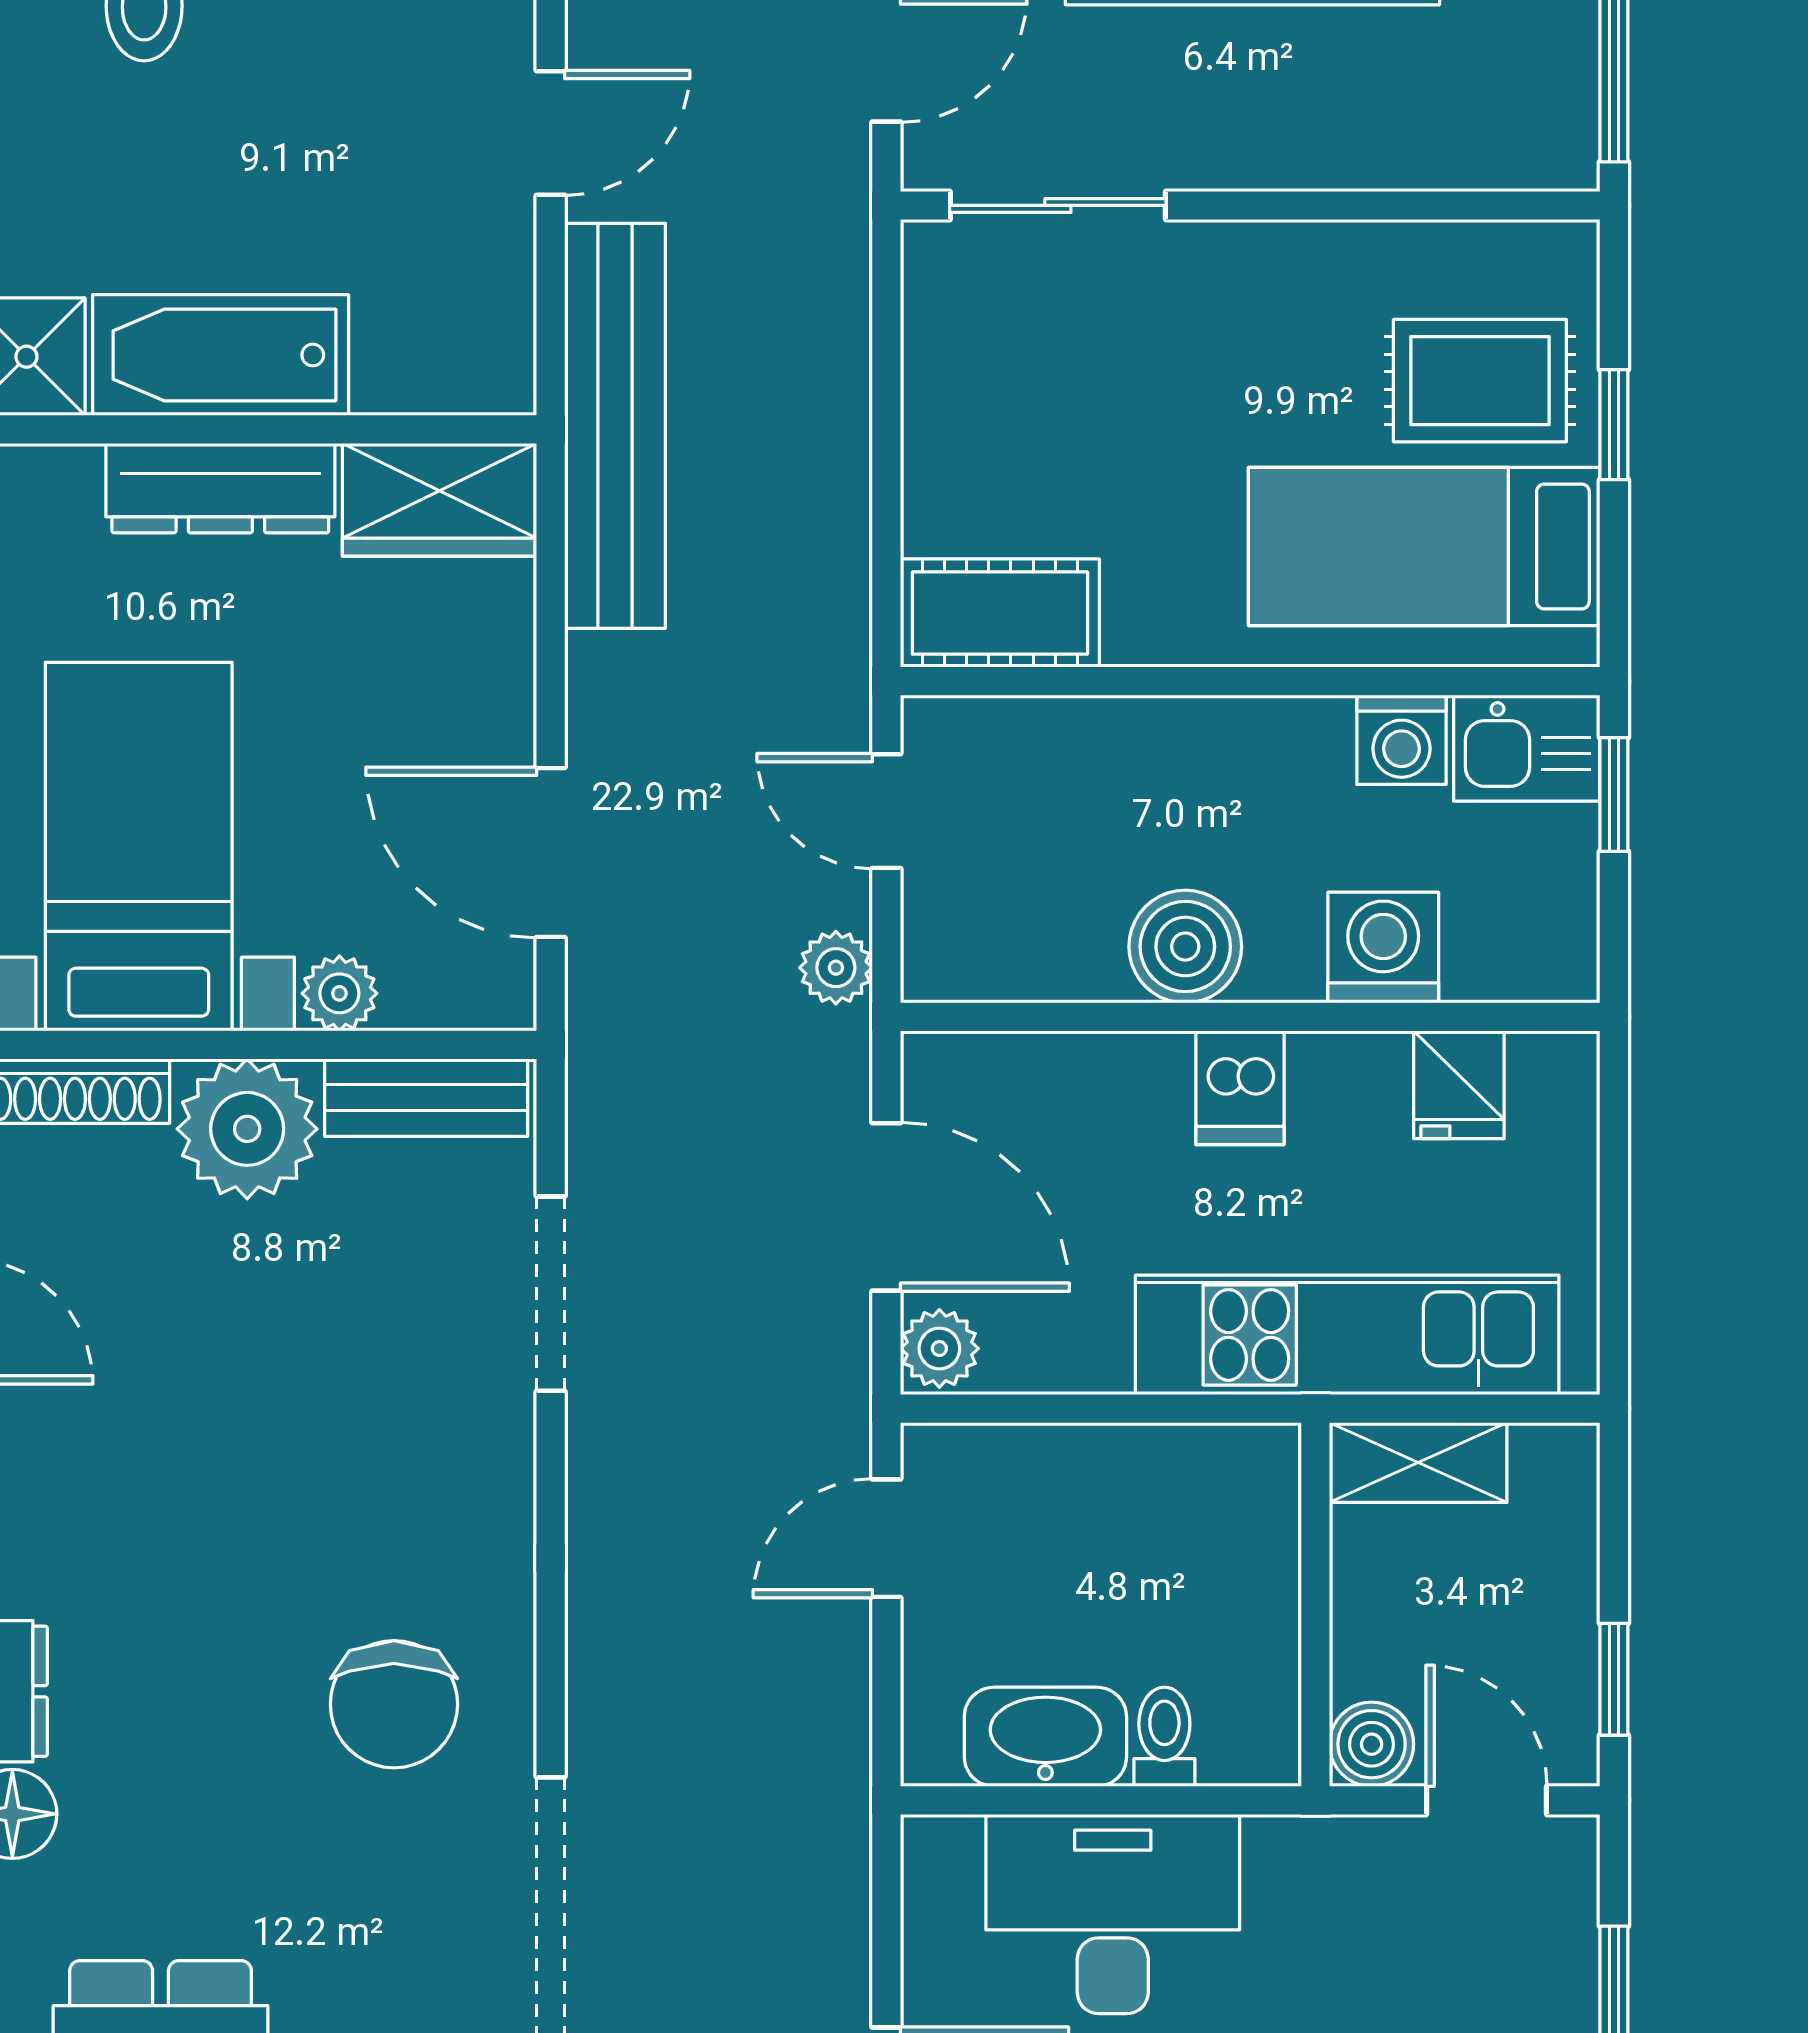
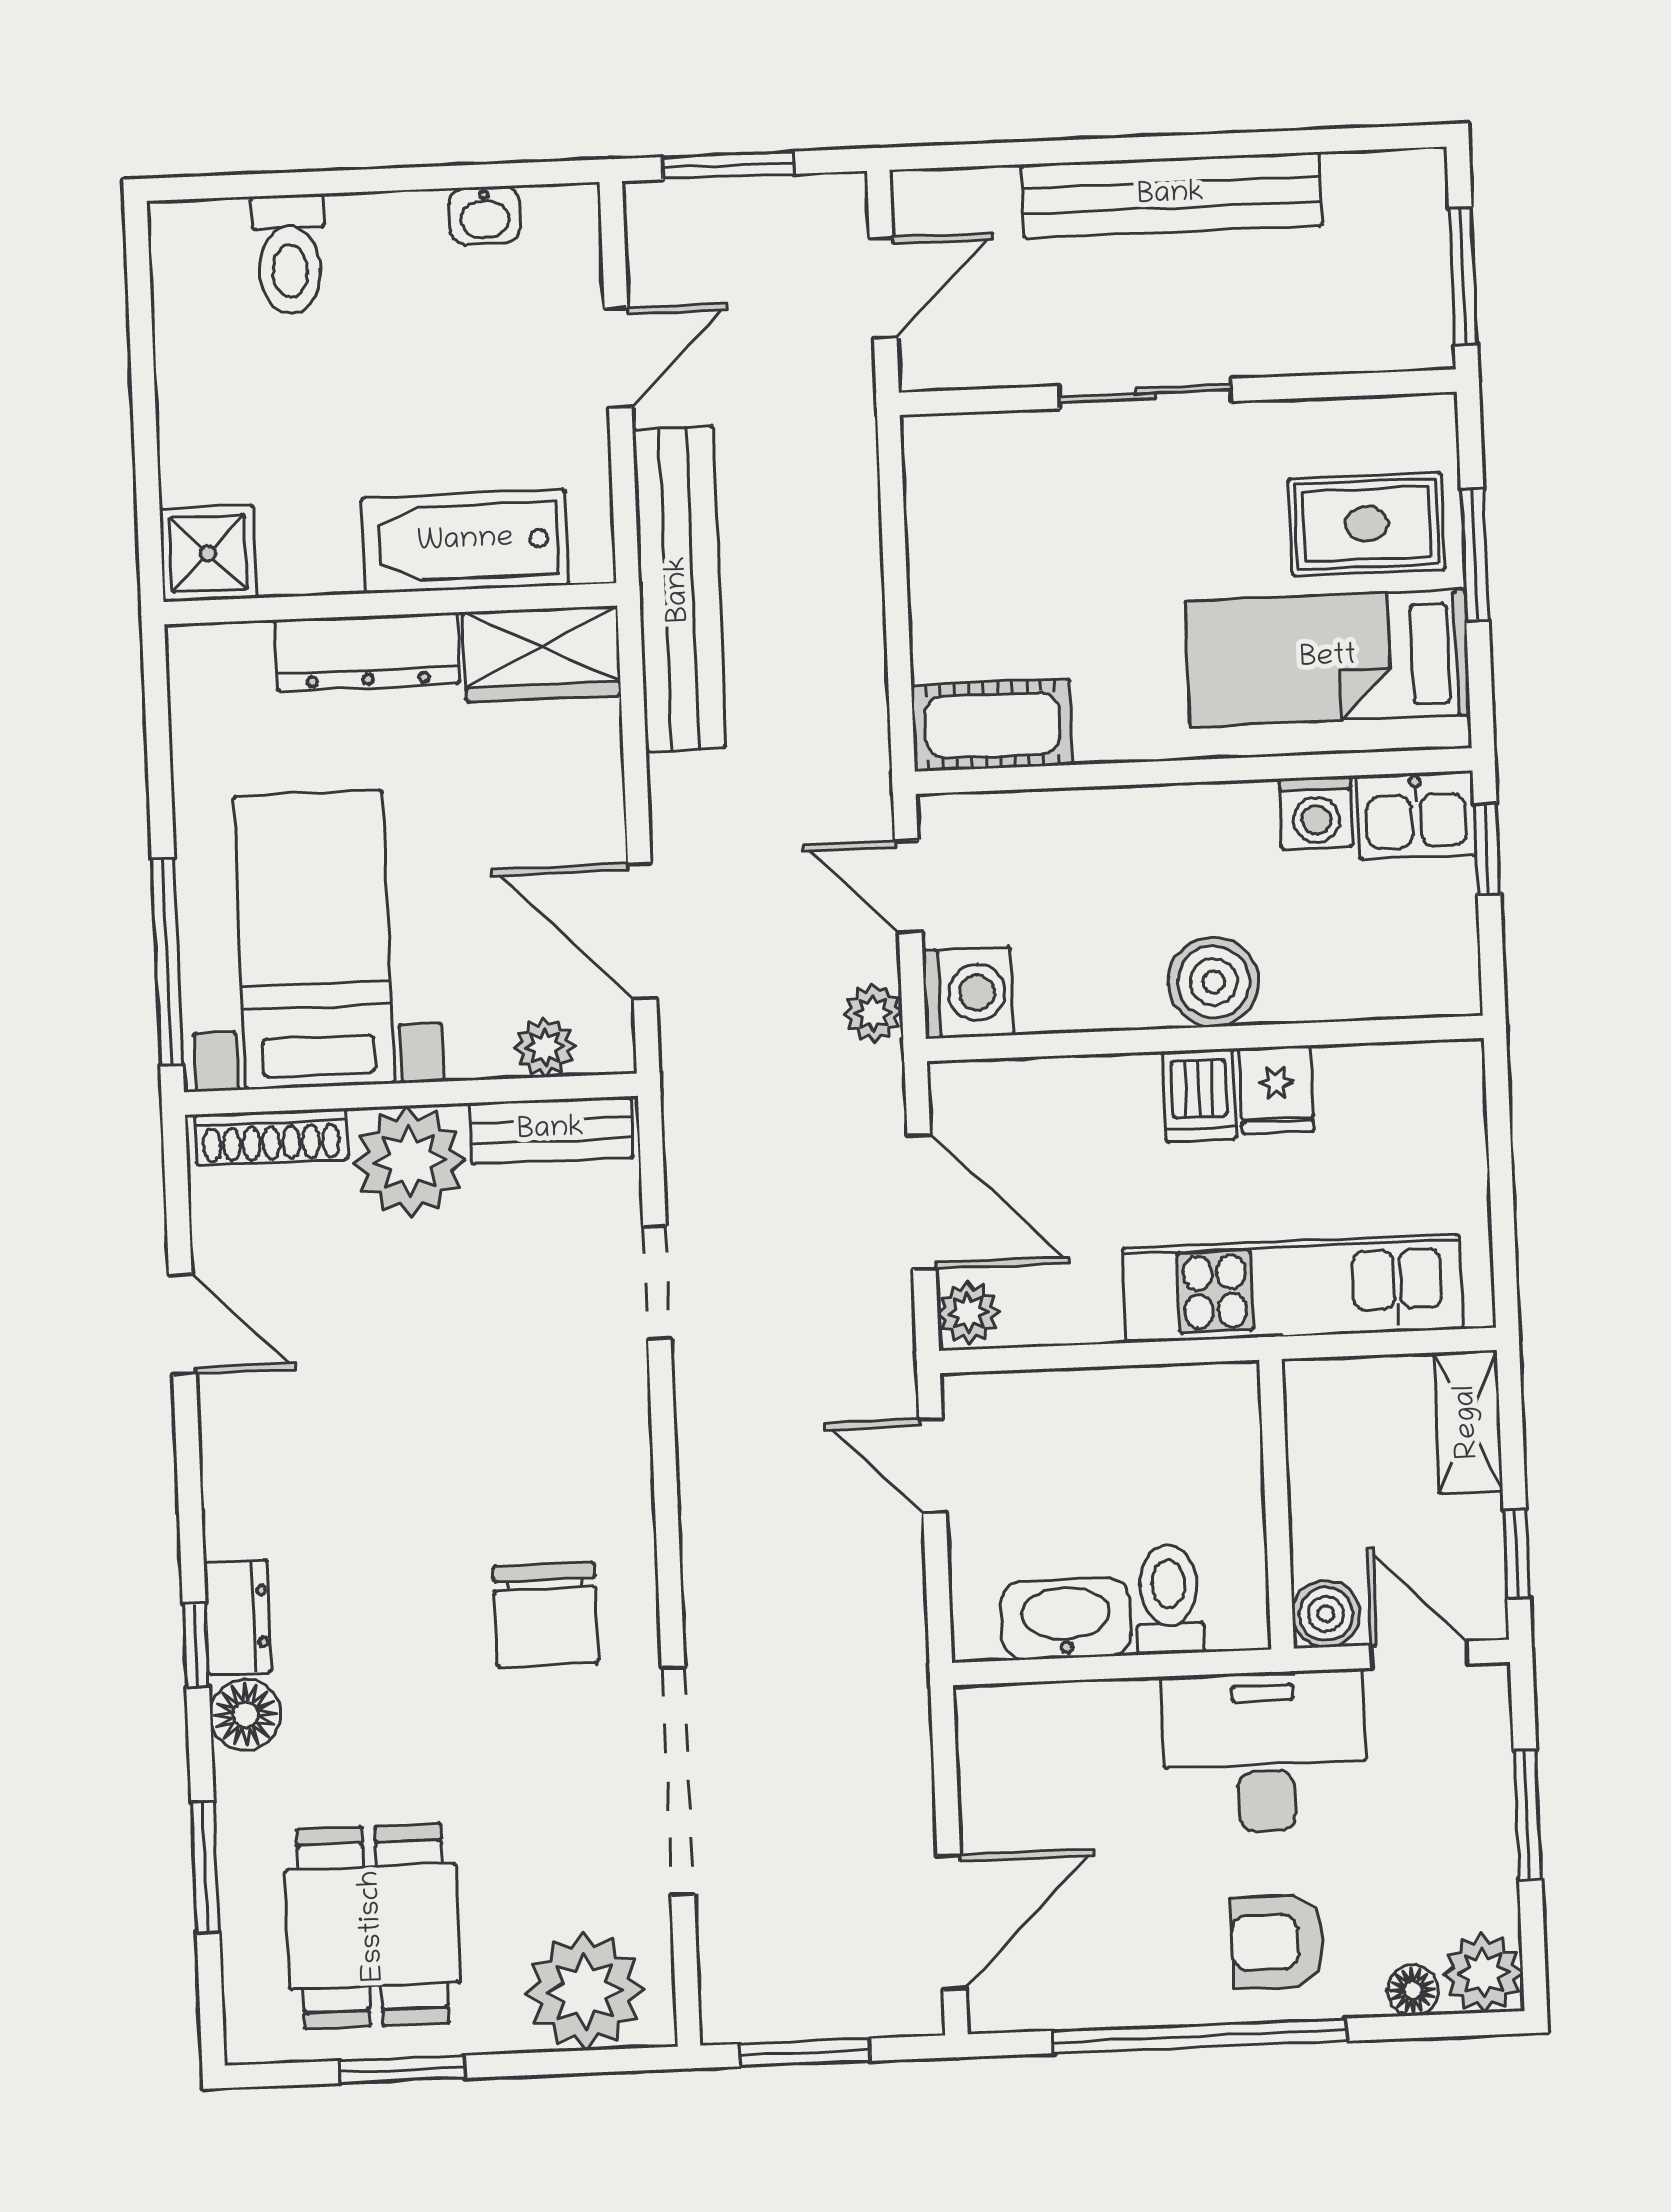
sliding door: (1058, 205) -> (1145, 394), moved
bathtub: (221, 355) -> (465, 541), moved
window: (1614, 425) -> (1475, 555), width x1.50
boiler: (1185, 947) -> (1214, 982), moved
washing machine: (1383, 948) -> (968, 993), moved, turned 90
plant: (339, 993) -> (545, 1047), moved
fridge: (1459, 1085) -> (1276, 1090), moved
doorway: (551, 1294) -> (657, 1282), width x0.73
shelving: (1418, 1463) -> (1468, 1422), moved, turned 90
door: (886, 1538) -> (933, 1466), hinge flipped
toilet: (1164, 1737) -> (1169, 1599), width x1.37, depth x1.39
desk: (1113, 1914) -> (1265, 1752), moved

